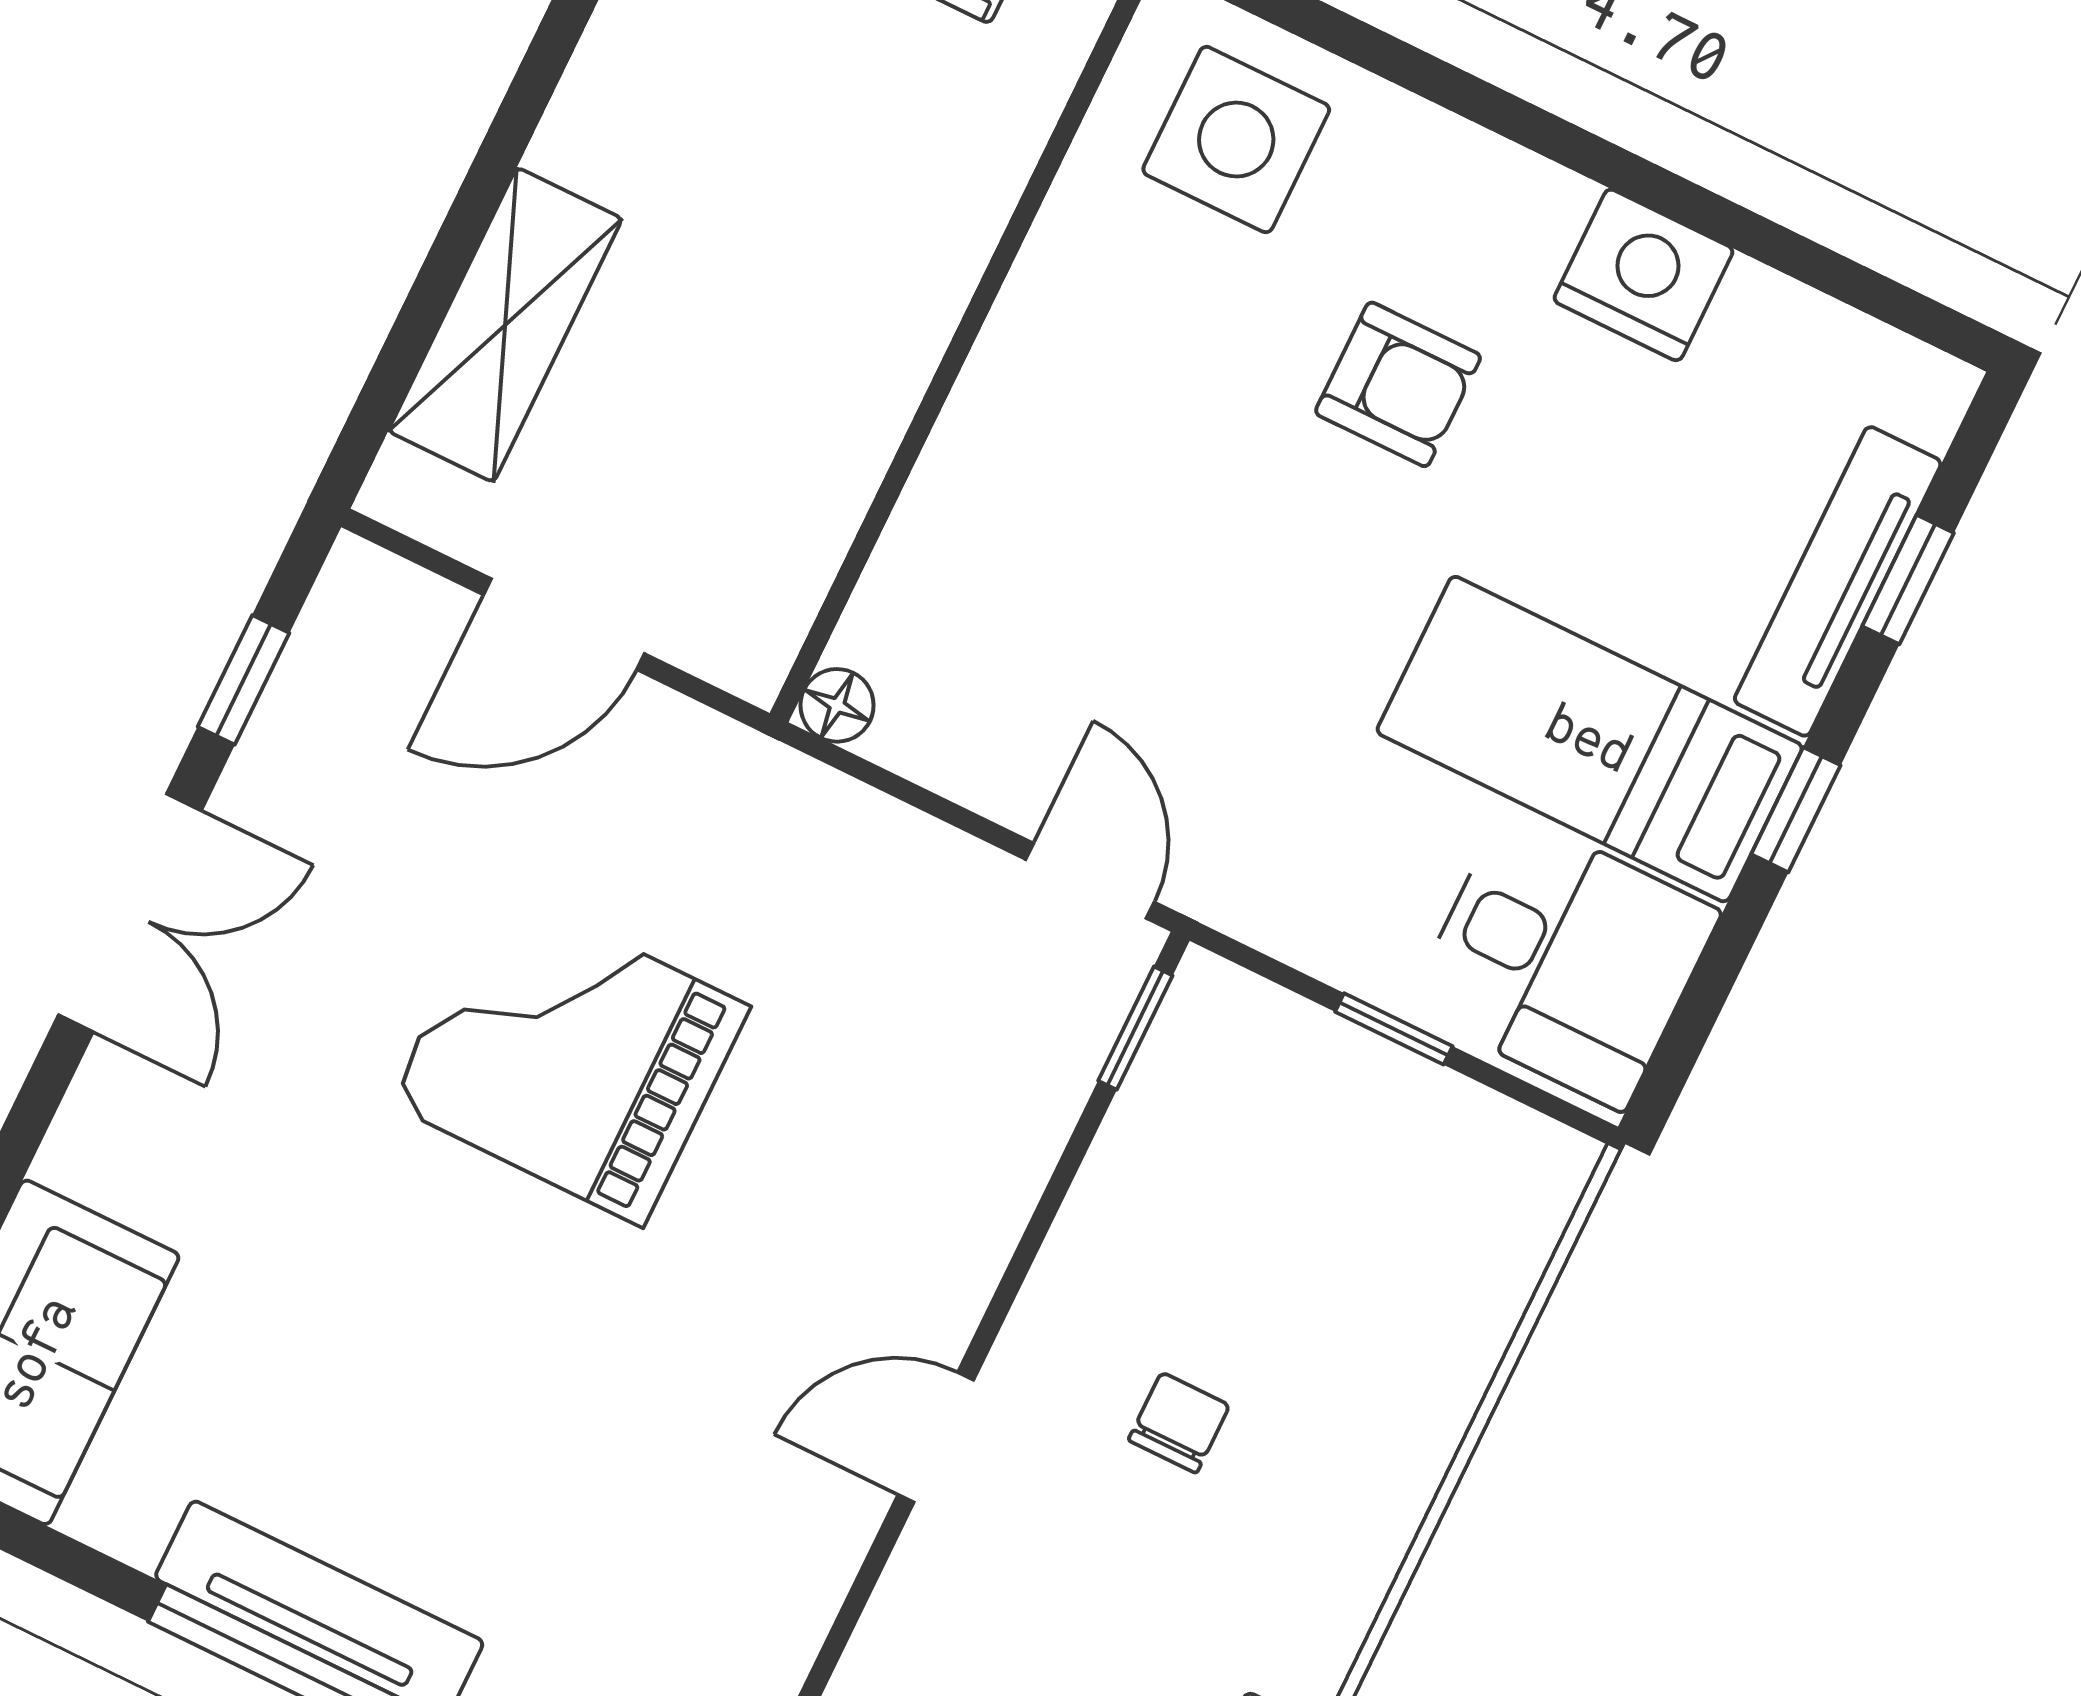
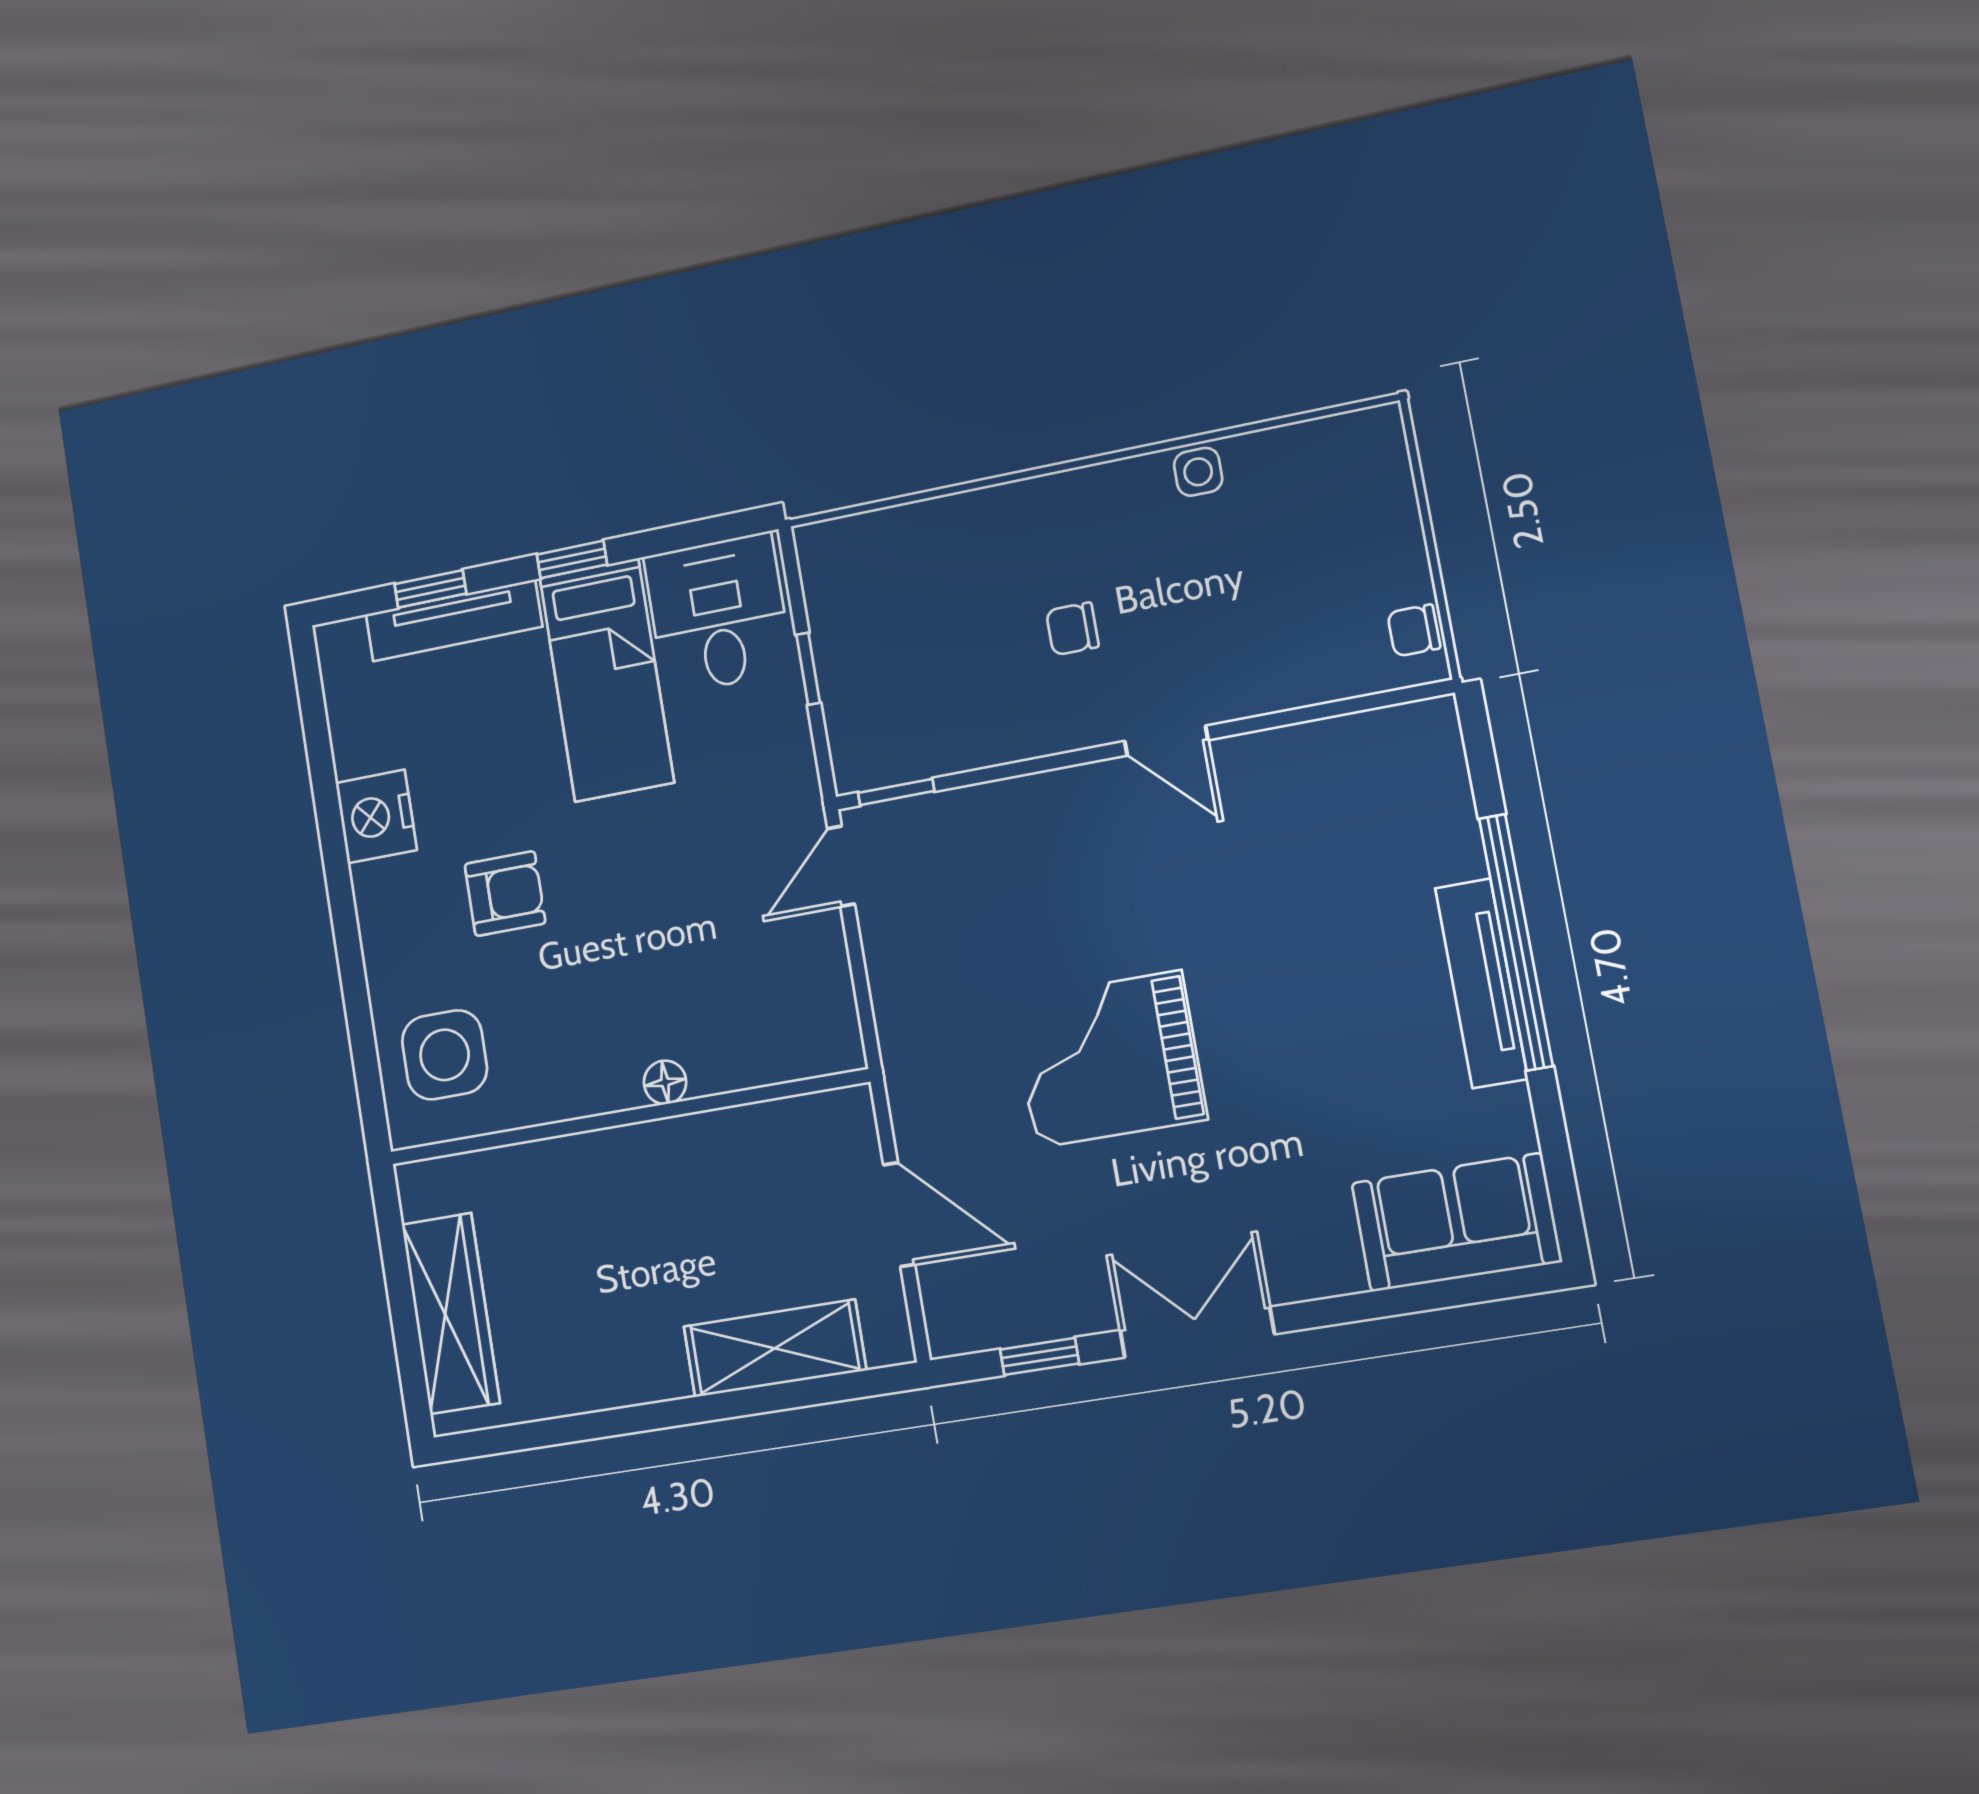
armchair: (1398, 384) -> (505, 894), turned 90
floor lamp: (837, 705) -> (665, 1082), moved
grand piano: (569, 1055) -> (1109, 1059), turned 90

